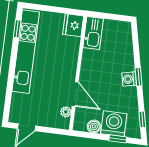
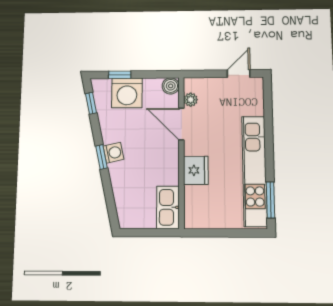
fridge: (73, 25) -> (196, 170), moved
window: (17, 29) -> (270, 200), width x1.50
boiler: (94, 126) -> (171, 86), moved

